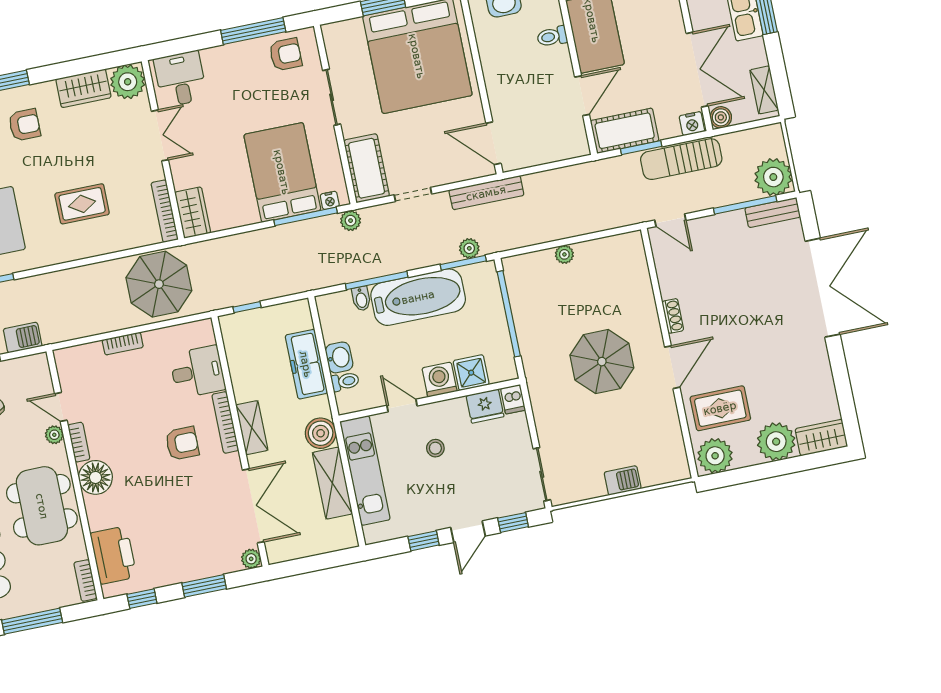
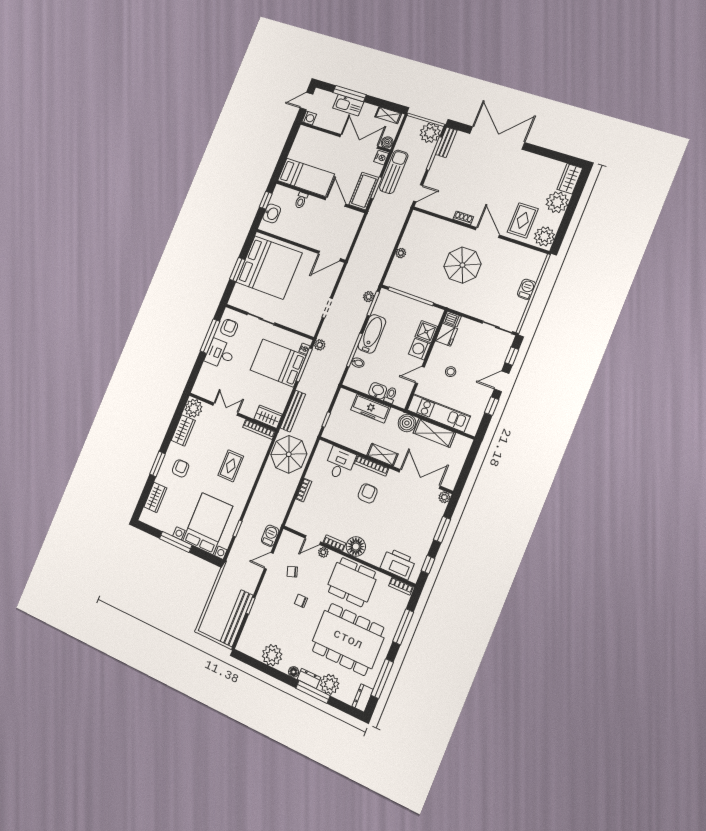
desk: (180, 79) -> (220, 354), moved
sun lounger: (681, 159) -> (394, 172), turned 180
cot: (367, 168) -> (302, 322), removed
bench: (486, 193) -> (293, 411), moved
bathtub: (418, 297) -> (372, 334), width x0.73, depth x0.73
door: (468, 532) -> (502, 381), swing flipped

